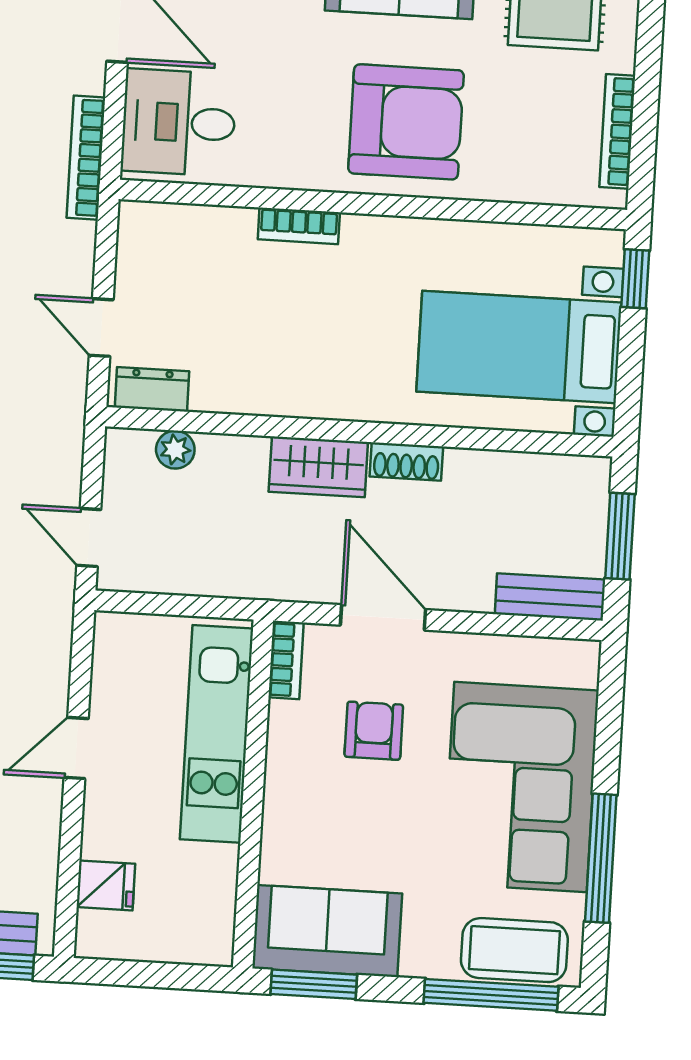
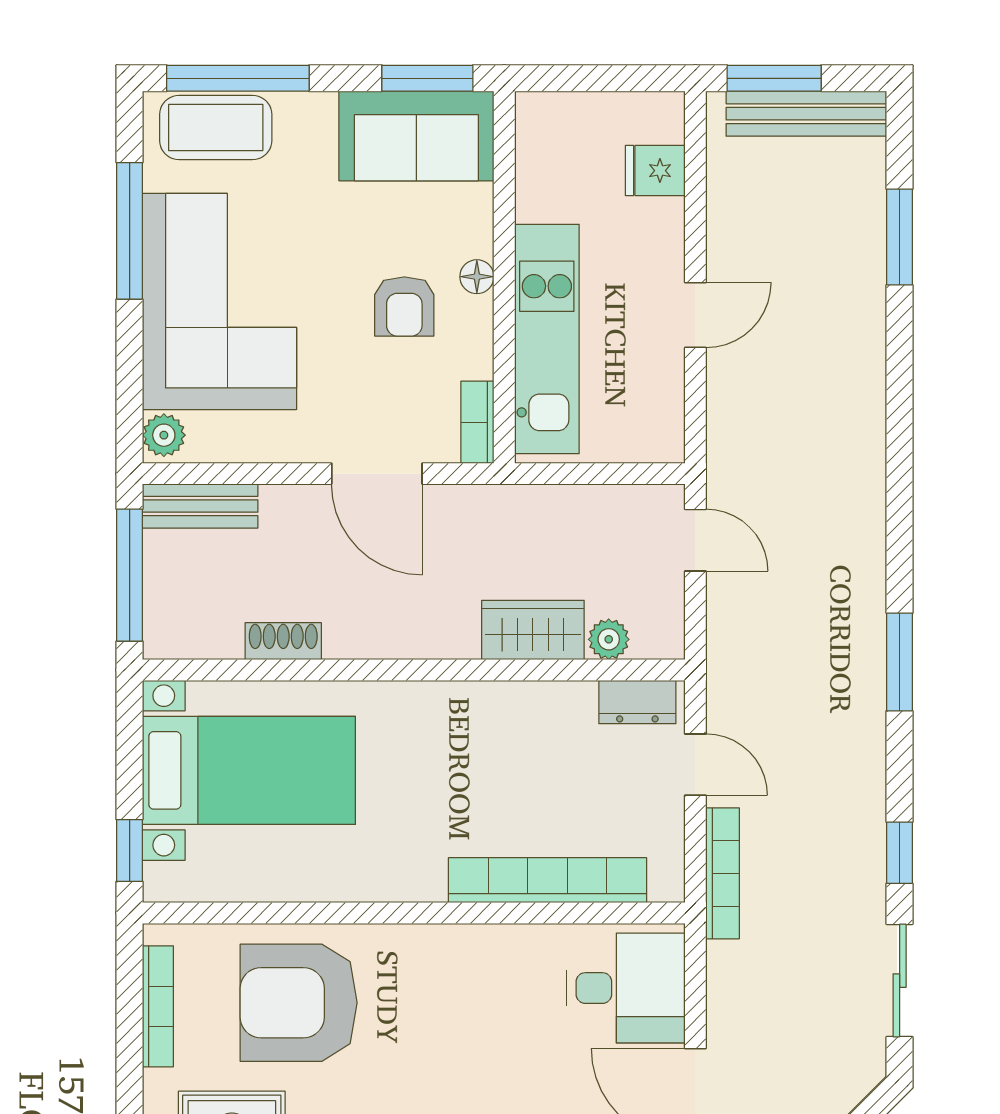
armchair: (406, 122) -> (299, 1003), moved
bookcase: (86, 158) -> (723, 873), moved
bookcase: (299, 226) -> (547, 880), width x2.31, depth x1.31
shoe rack: (406, 462) -> (283, 641), moved
wardrobe: (318, 467) -> (533, 630), moved
window: (620, 536) -> (130, 575), width x1.44
plant: (580, 665) -> (164, 435), added
armchair: (374, 731) -> (404, 306), moved
floor lamp: (278, 796) -> (477, 277), added

